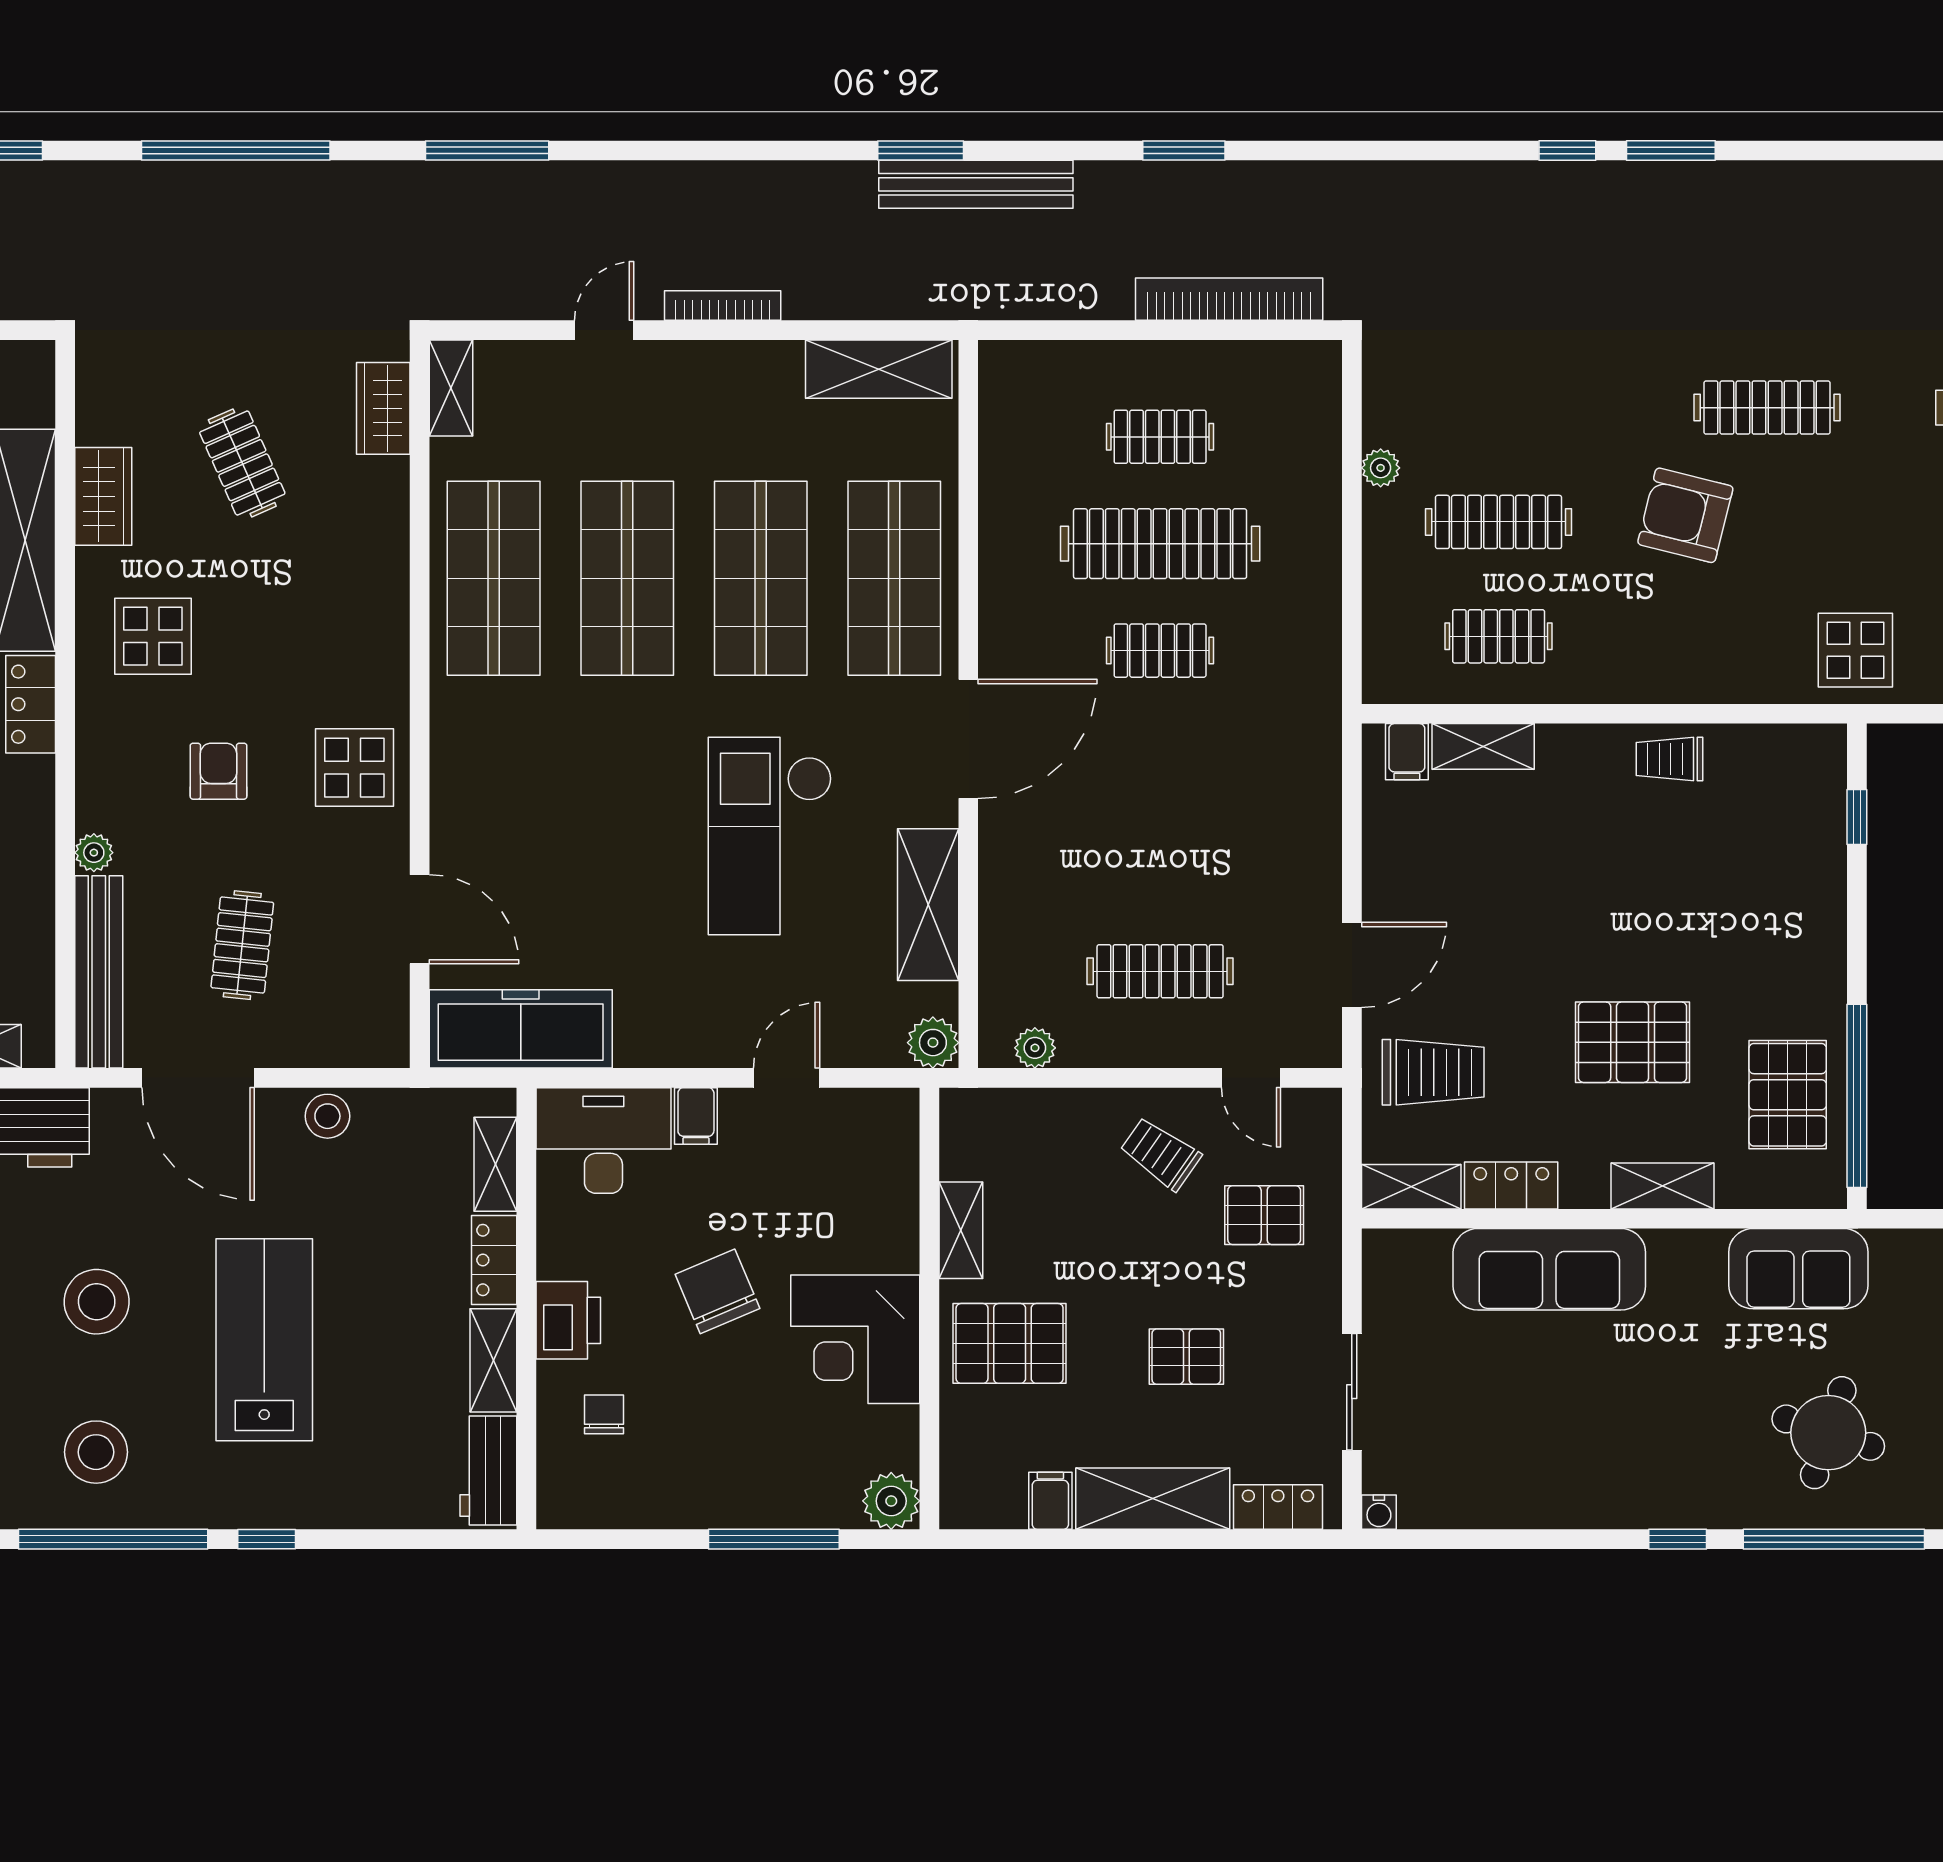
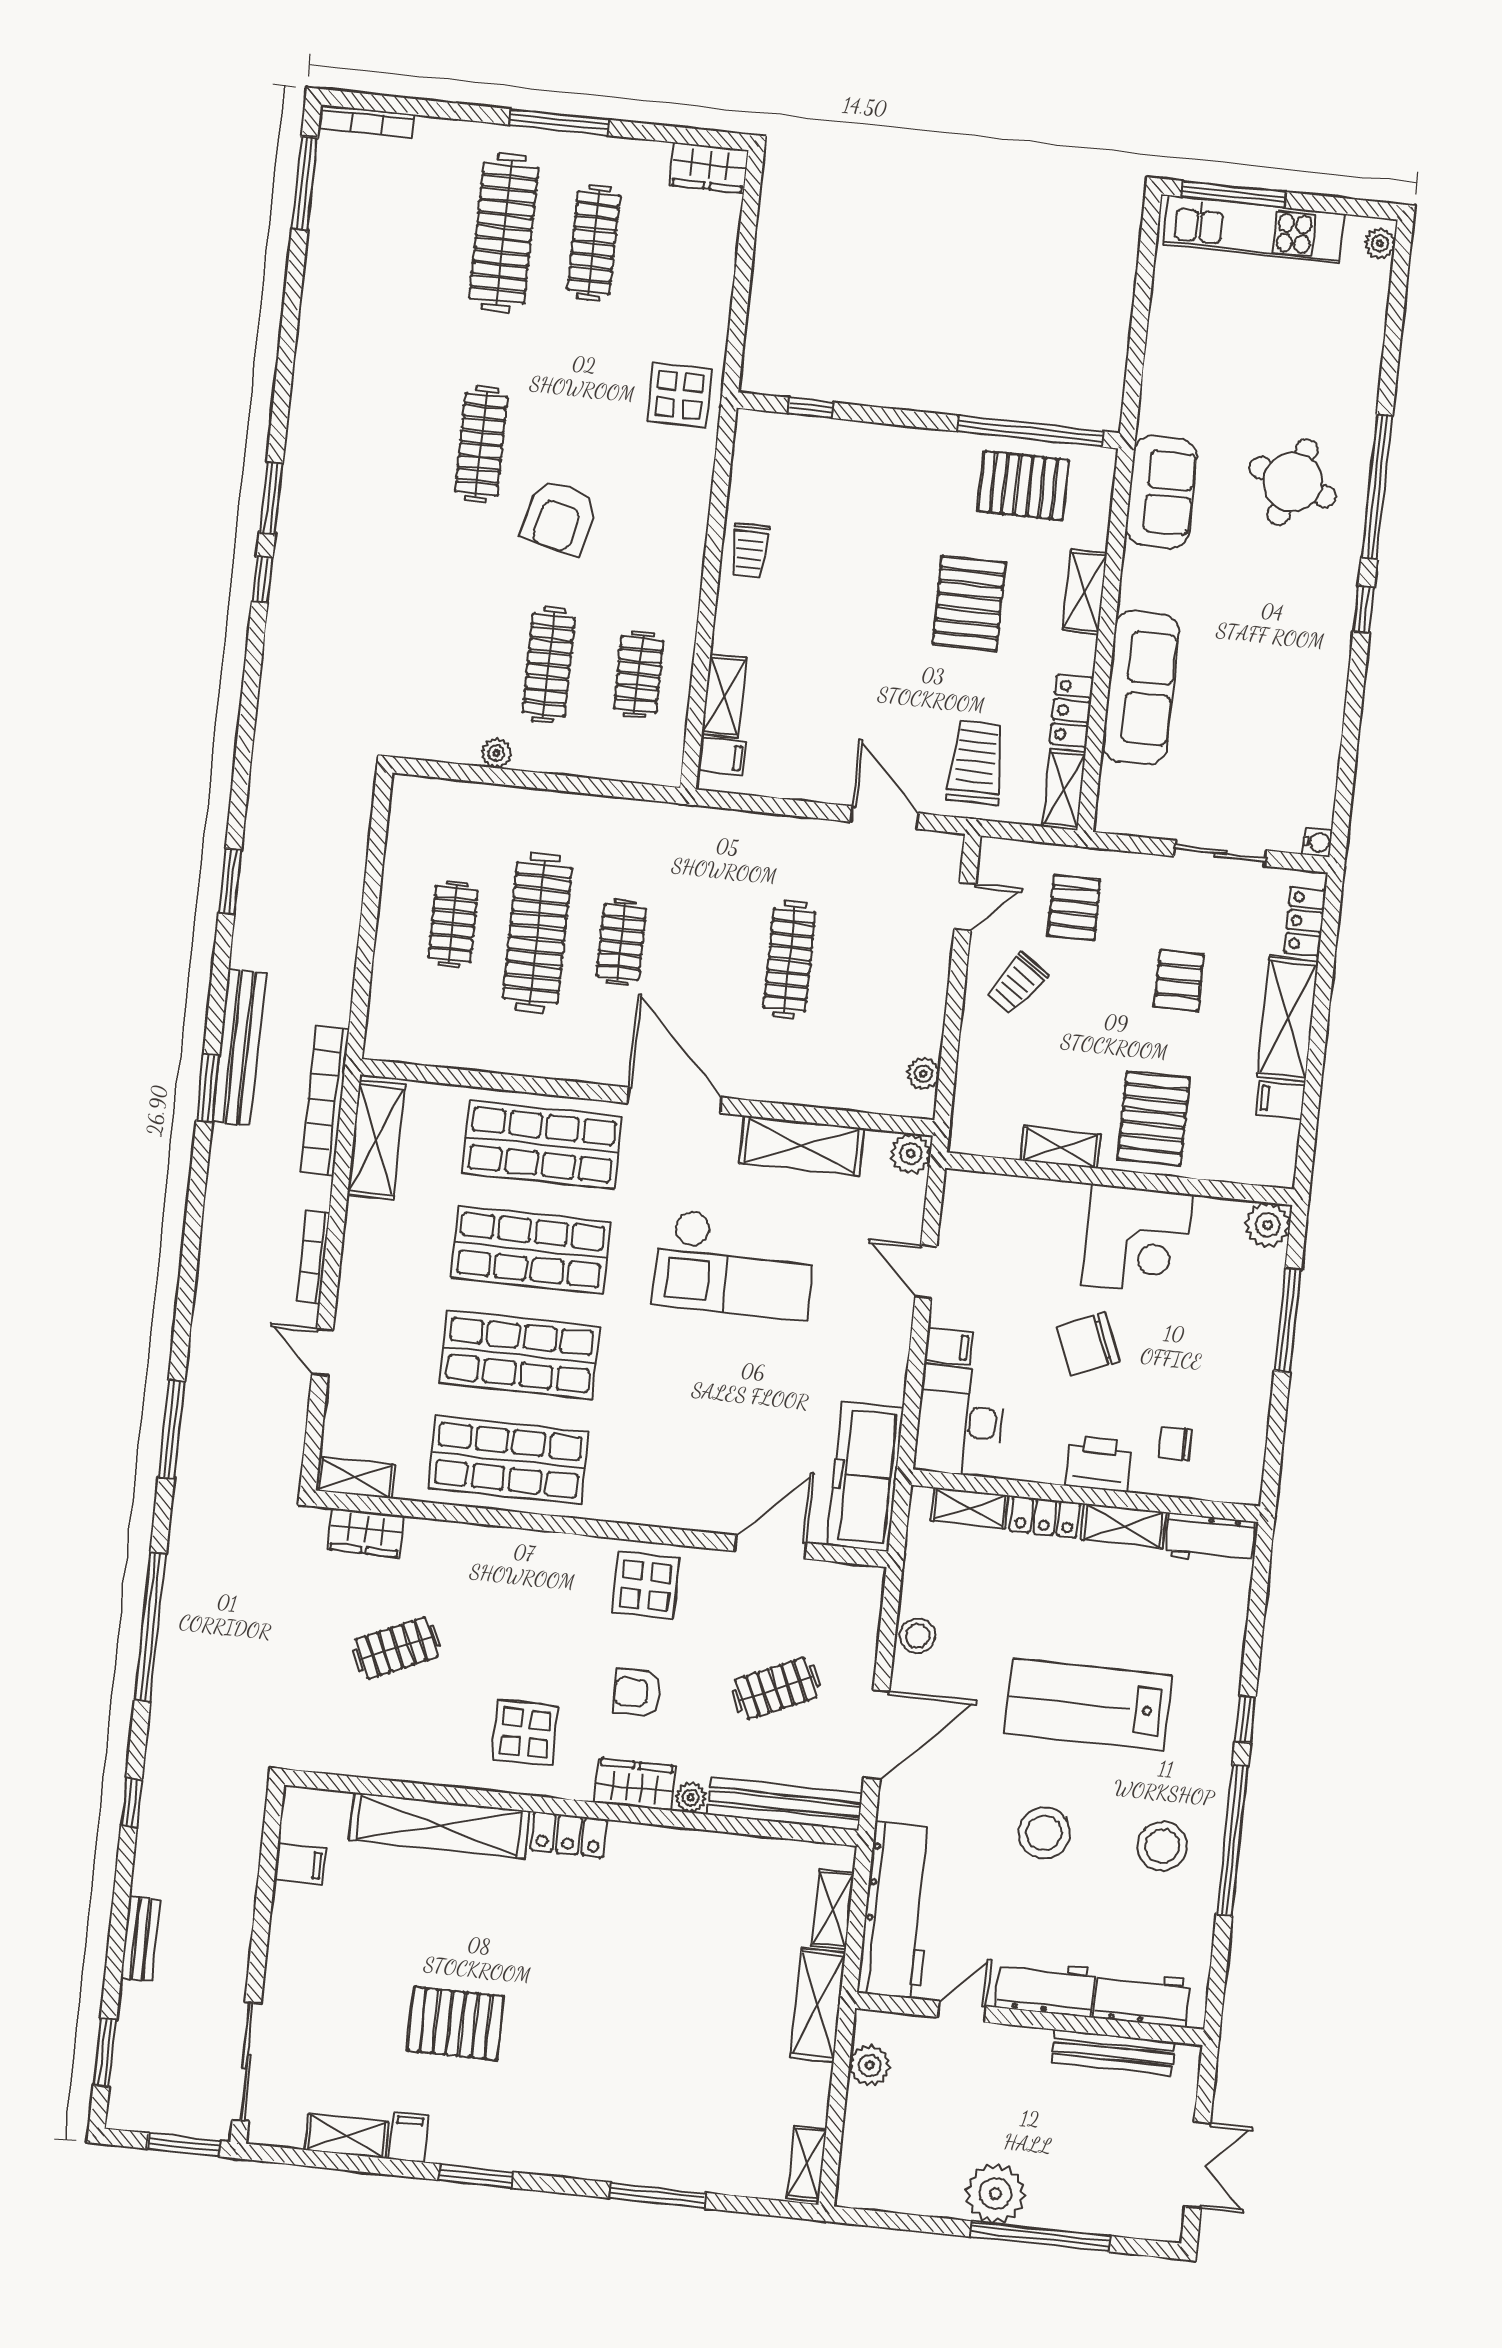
bookcase: (1229, 299) -> (325, 1100), moved
wardrobe: (103, 496) -> (635, 1784), moved
clothes rail: (242, 945) -> (776, 1689), turned -30
clothes rail: (1160, 971) -> (790, 960), moved

